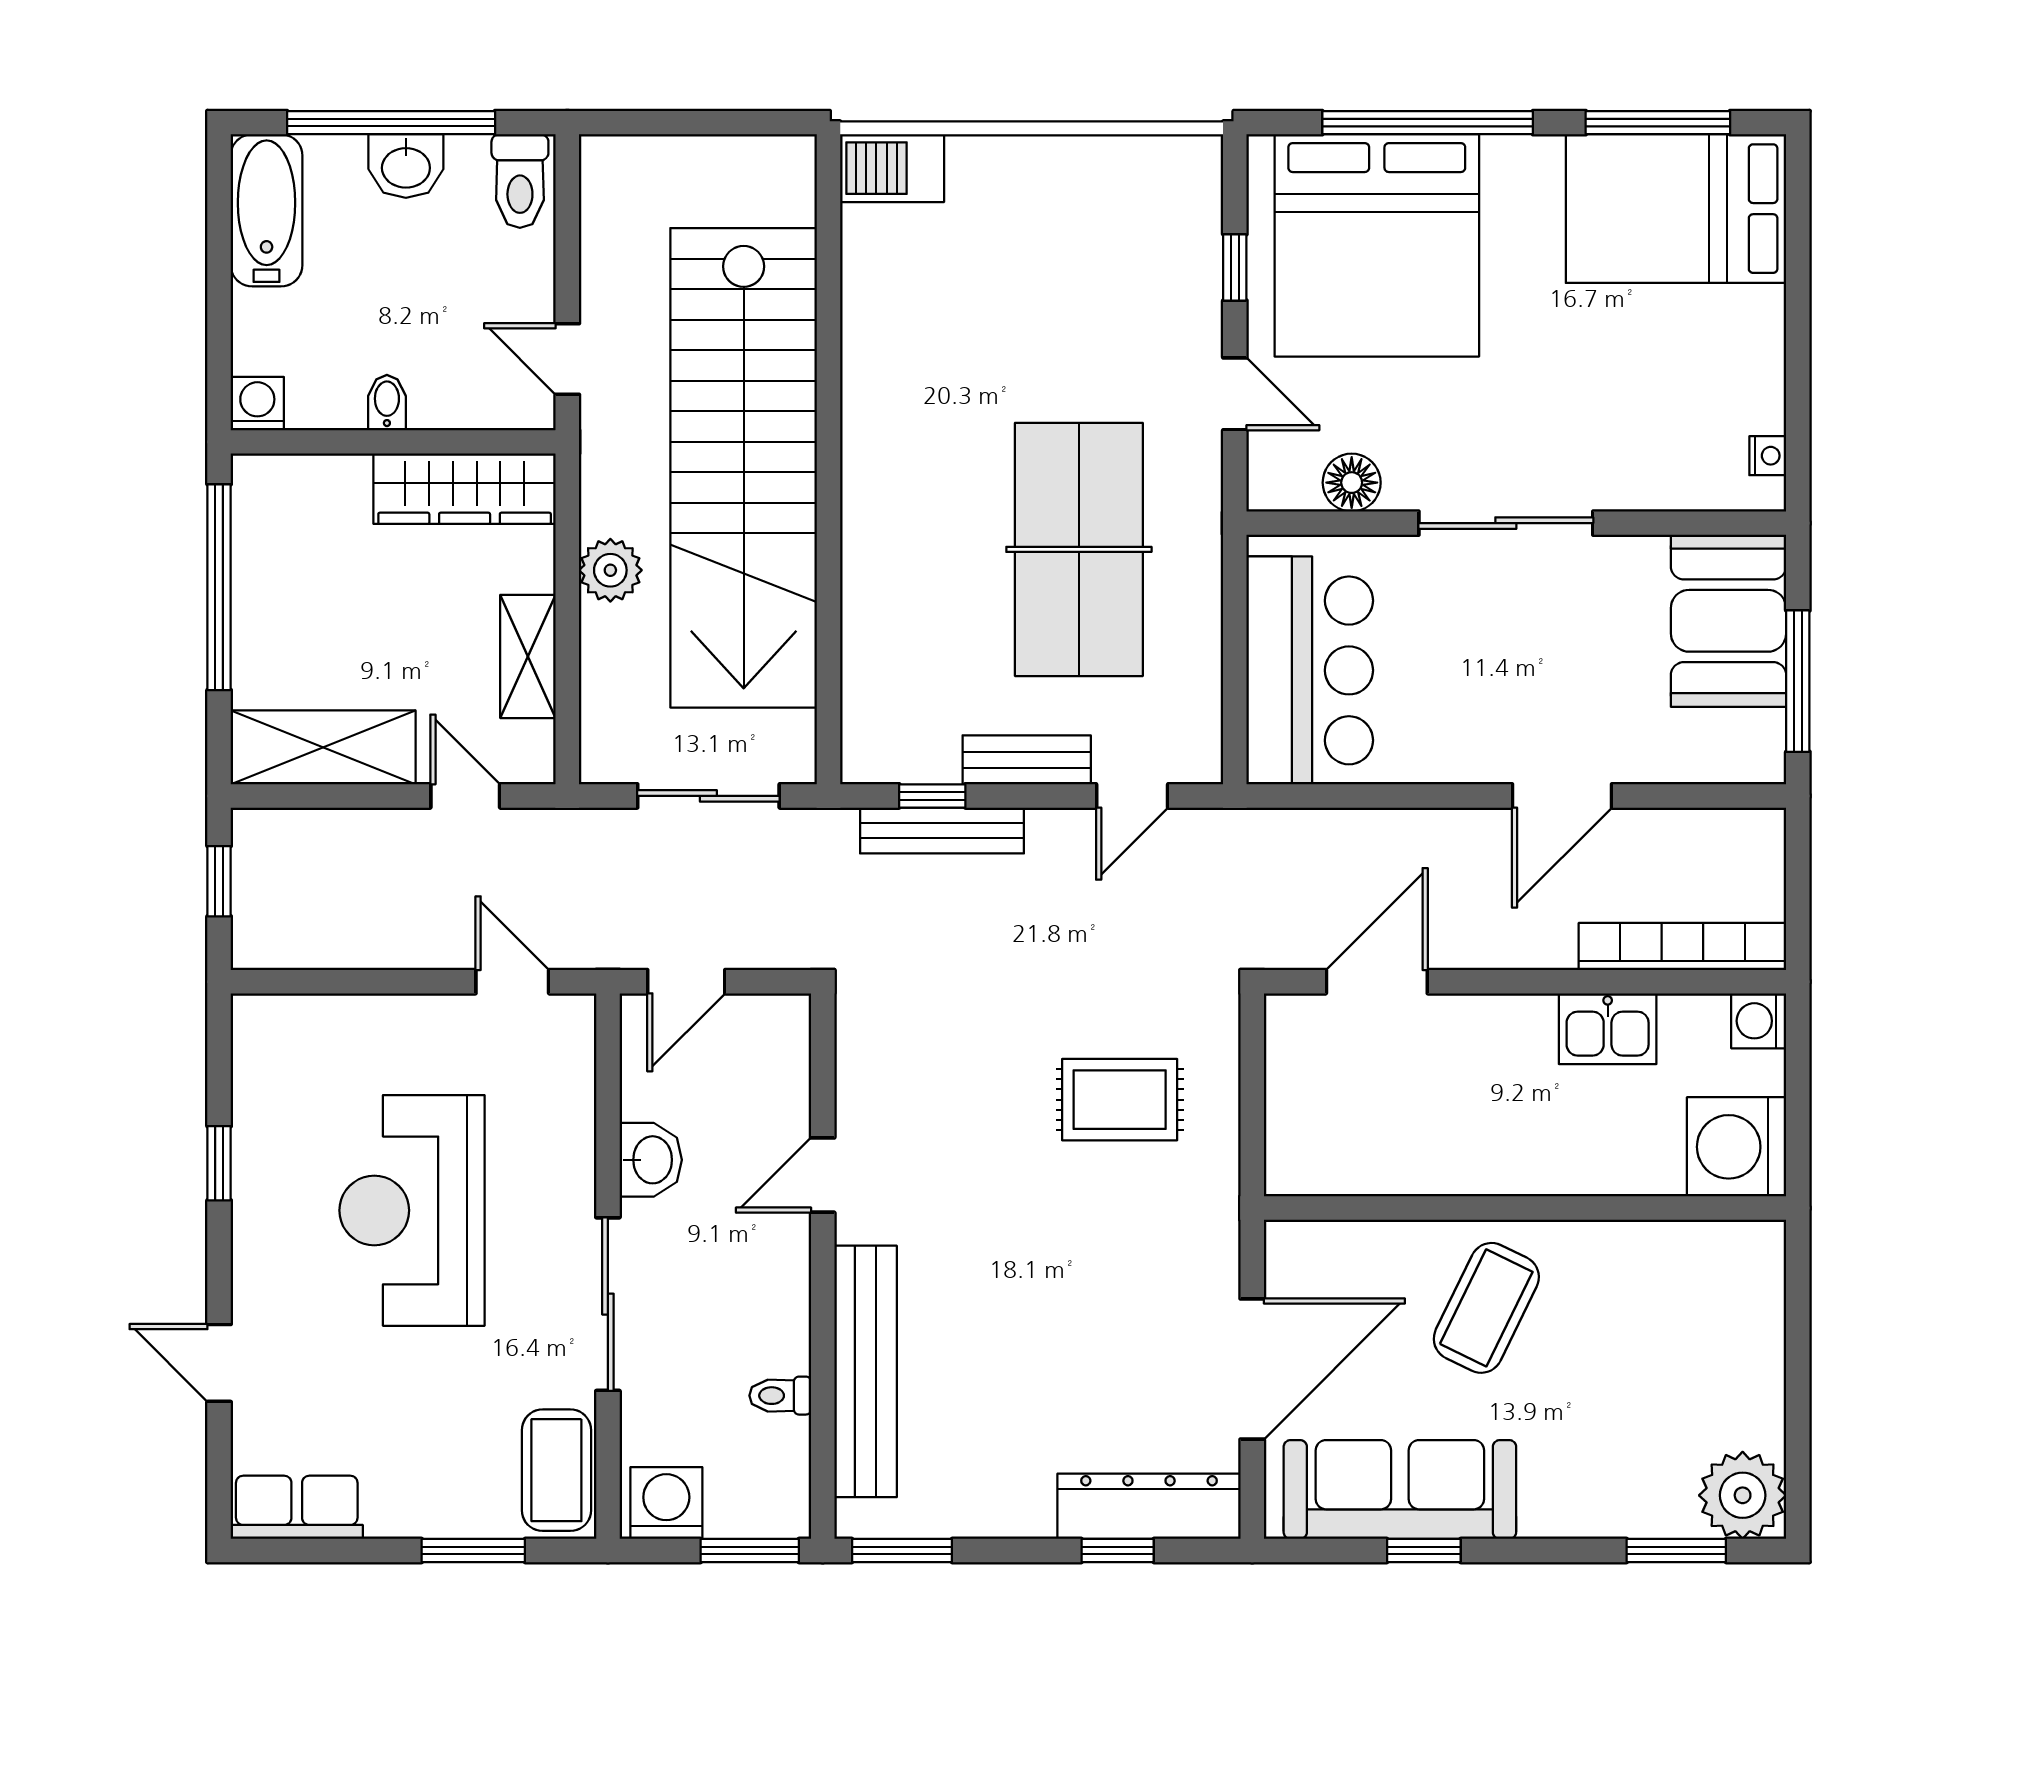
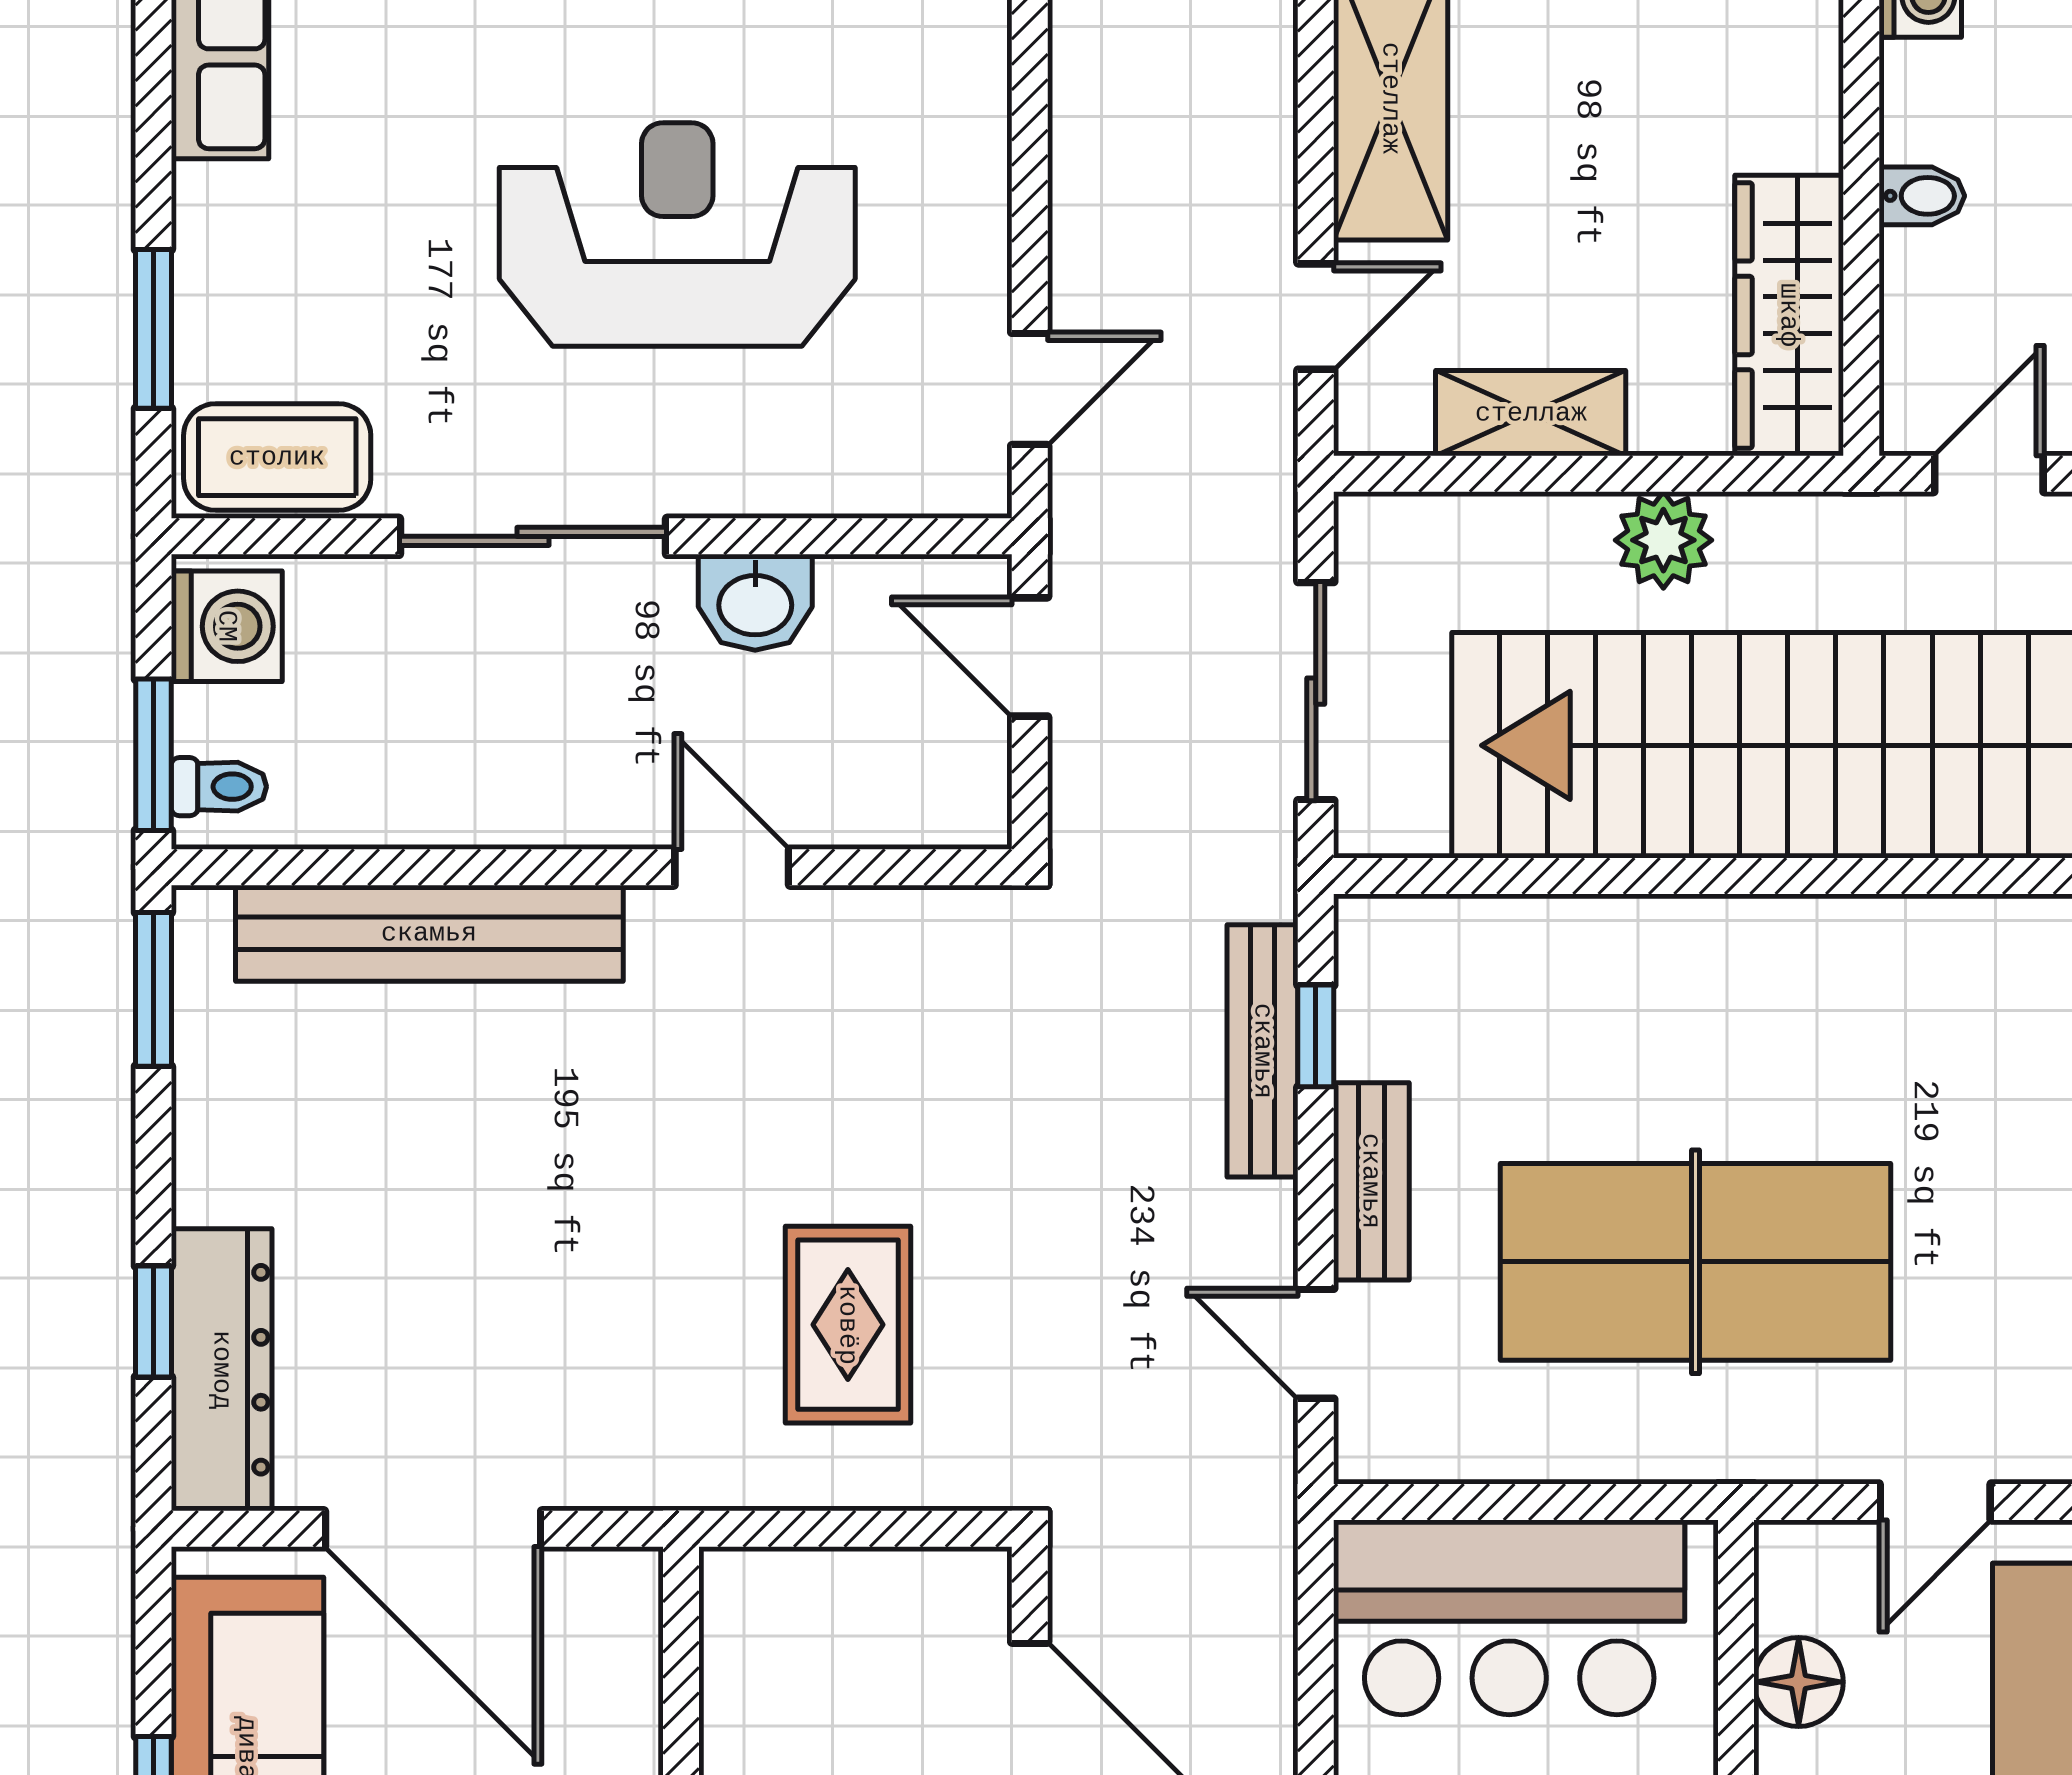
toilet: (780, 1396) -> (219, 787), moved, turned 90

